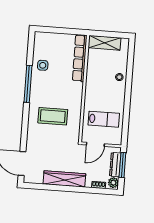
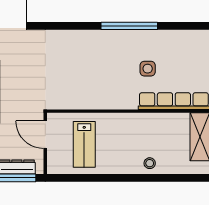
side table: (43, 65) -> (148, 69), moved
coffee table: (53, 116) -> (83, 67), removed

